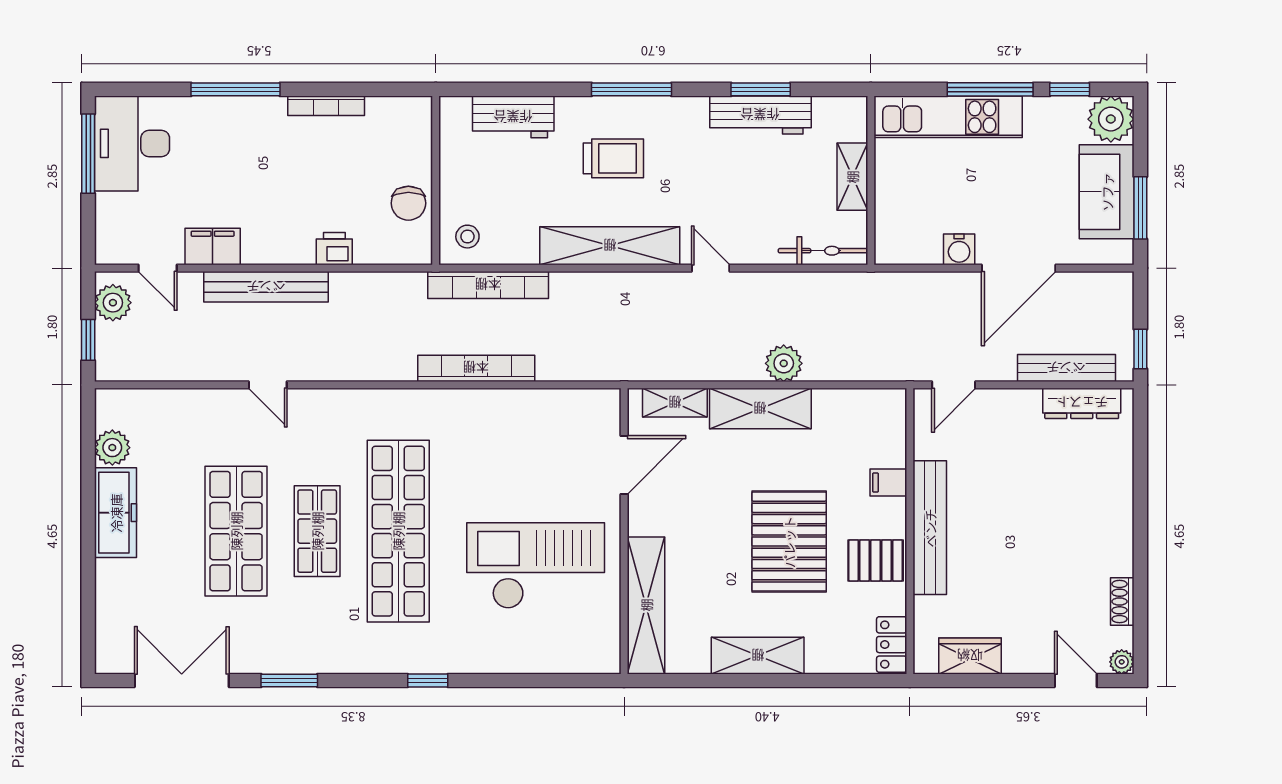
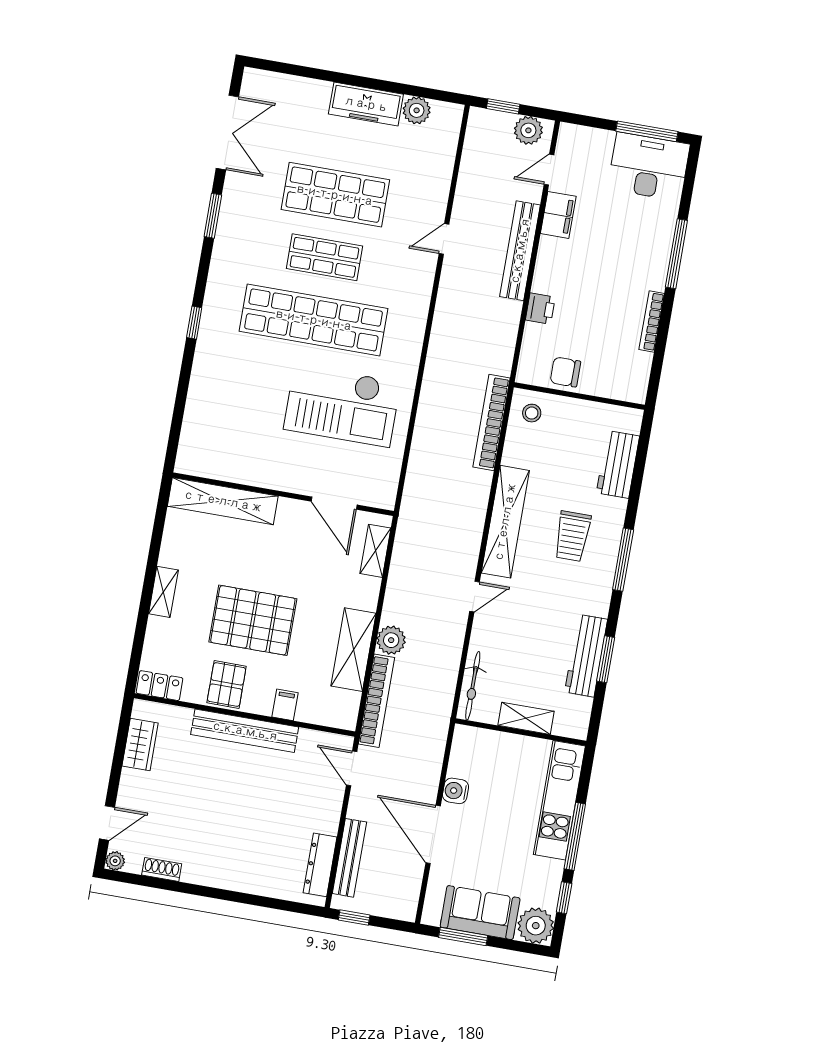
bookcase: (476, 368) -> (376, 701), moved
shelving: (760, 409) -> (353, 650), moved
checkout: (536, 566) -> (342, 406), moved, turned 90
shelving: (758, 656) -> (163, 592), width x0.67, depth x0.75

